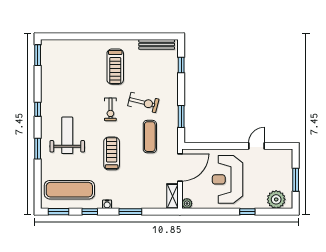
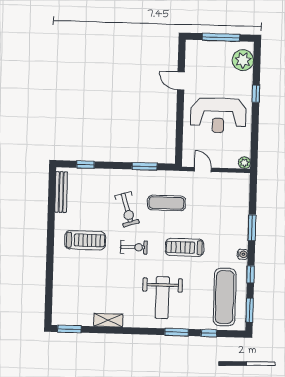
exercise bike: (143, 102) -> (127, 209), turned 149
window: (38, 109) -> (209, 333), moved
weight bench: (67, 135) -> (162, 298), turned -90
door: (180, 167) -> (203, 169), width x0.53
window: (296, 180) -> (221, 37), width x1.44
shelving: (172, 196) -> (108, 320), moved

